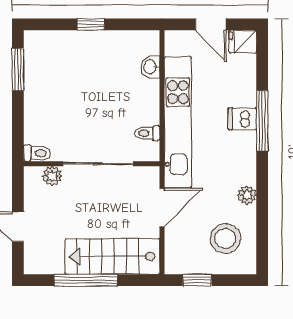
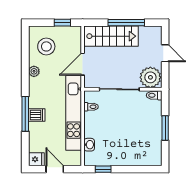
window: (91, 24) -> (103, 169), moved
window: (18, 69) -> (165, 128), moved
plant: (52, 176) -> (150, 77), width x1.87, depth x1.87

